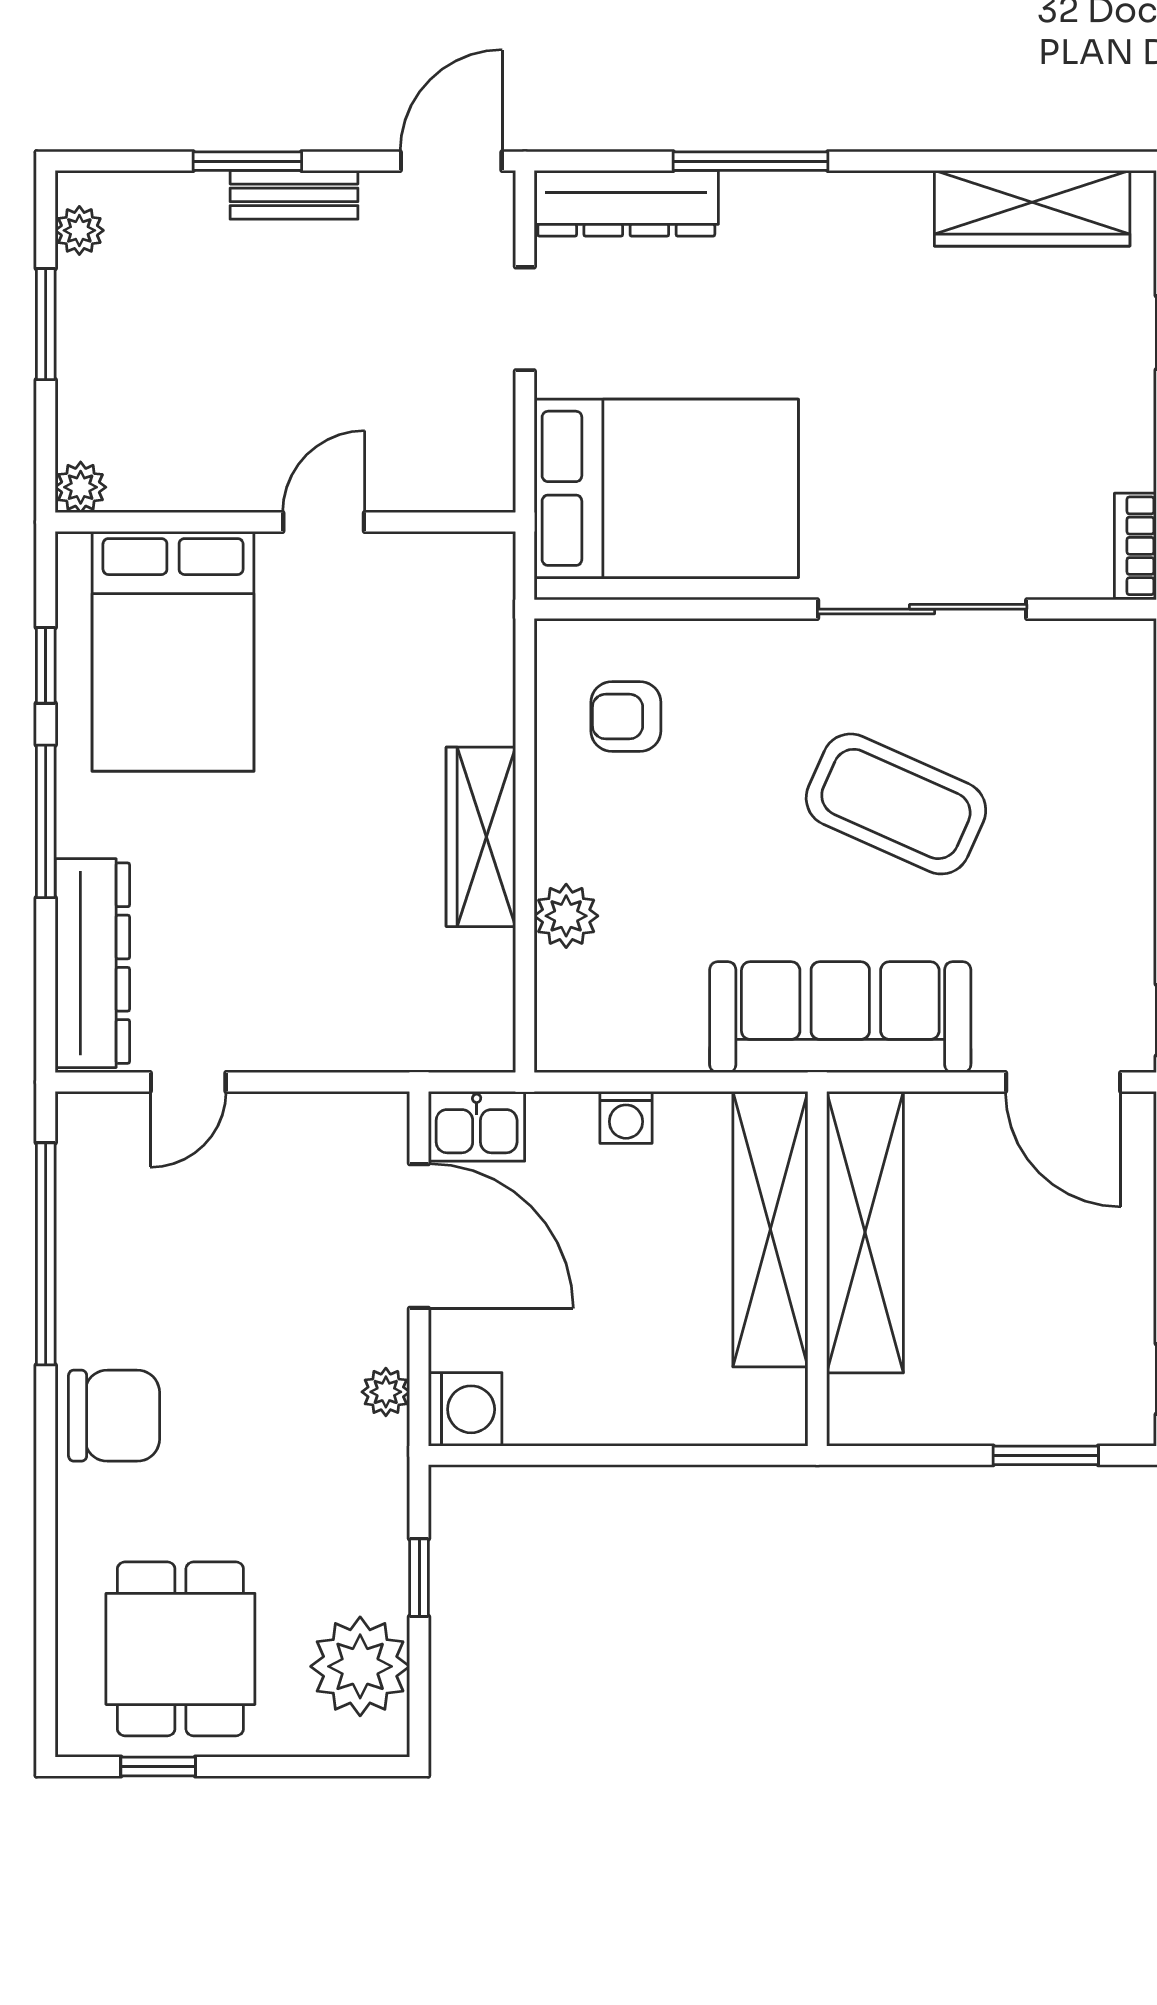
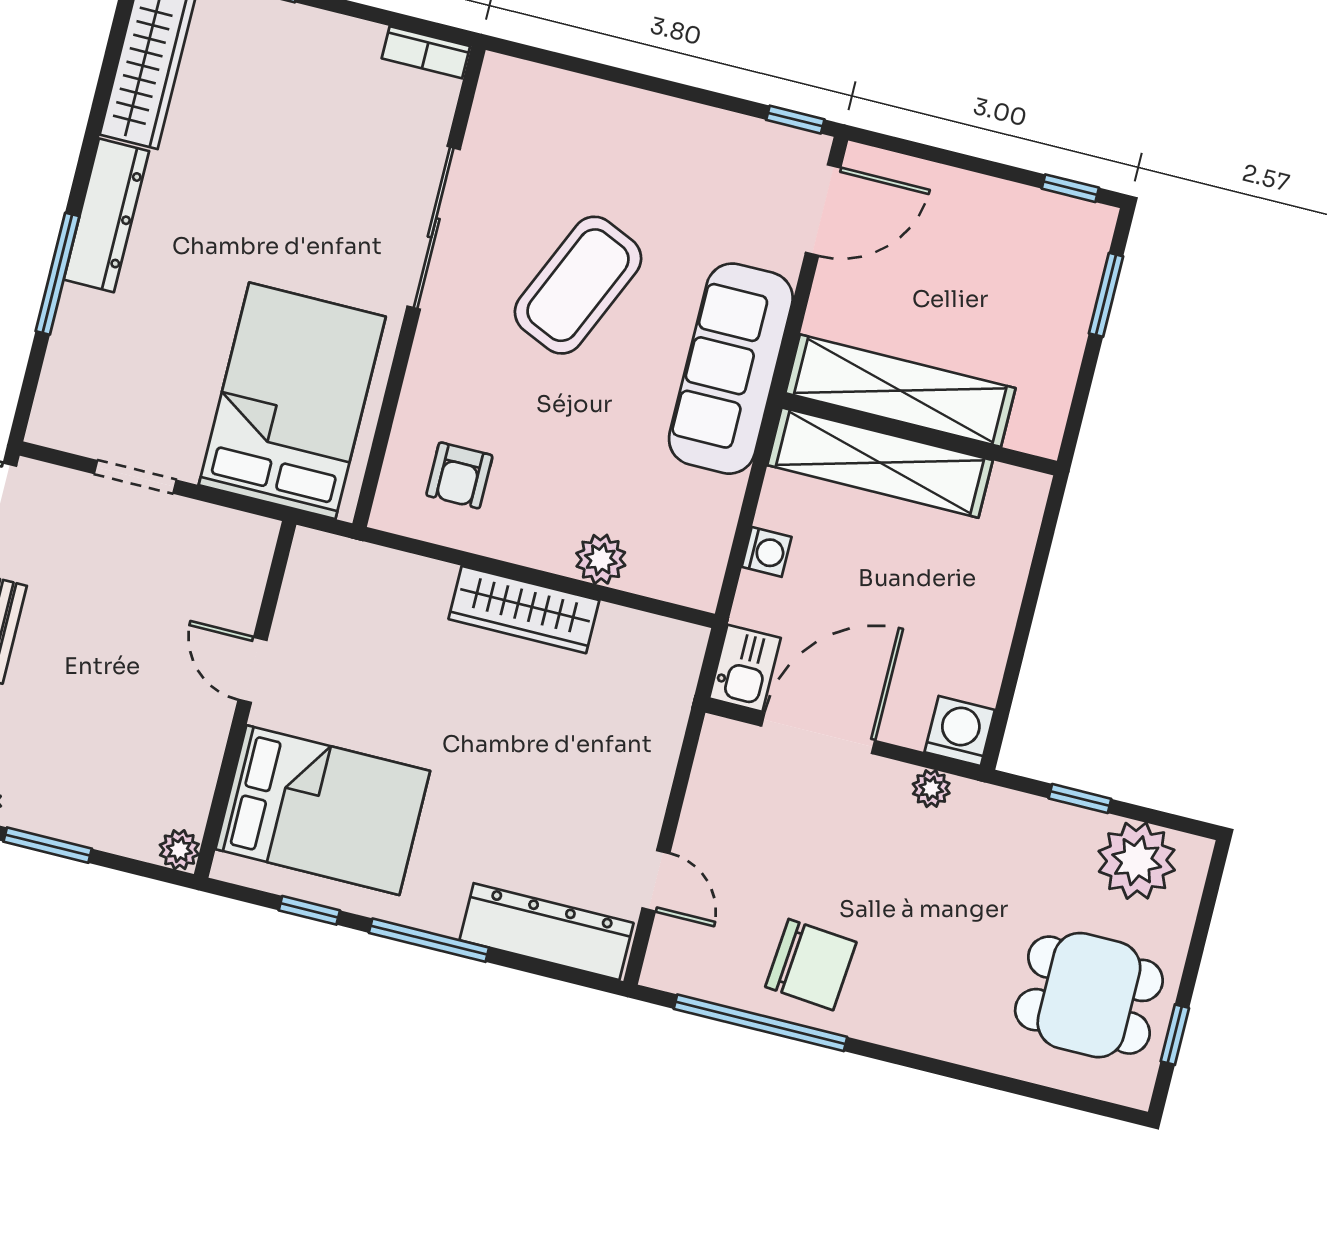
dresser: (626, 203) -> (106, 215), moved
chair: (114, 1416) -> (811, 965), moved, turned 95

